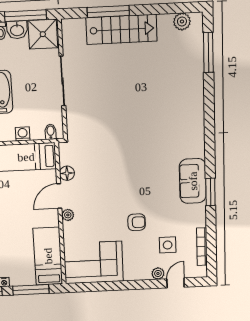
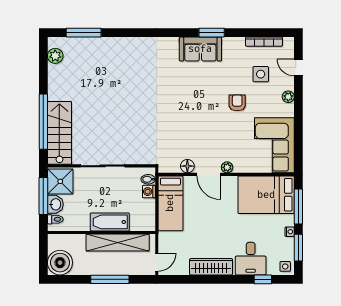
window: (108, 11) -> (43, 122), width x1.46
stairs: (122, 29) -> (59, 133), moved
washing machine: (23, 134) -> (149, 192), moved
bed: (48, 256) -> (266, 195), width x1.50
plant: (158, 273) -> (288, 97), moved

